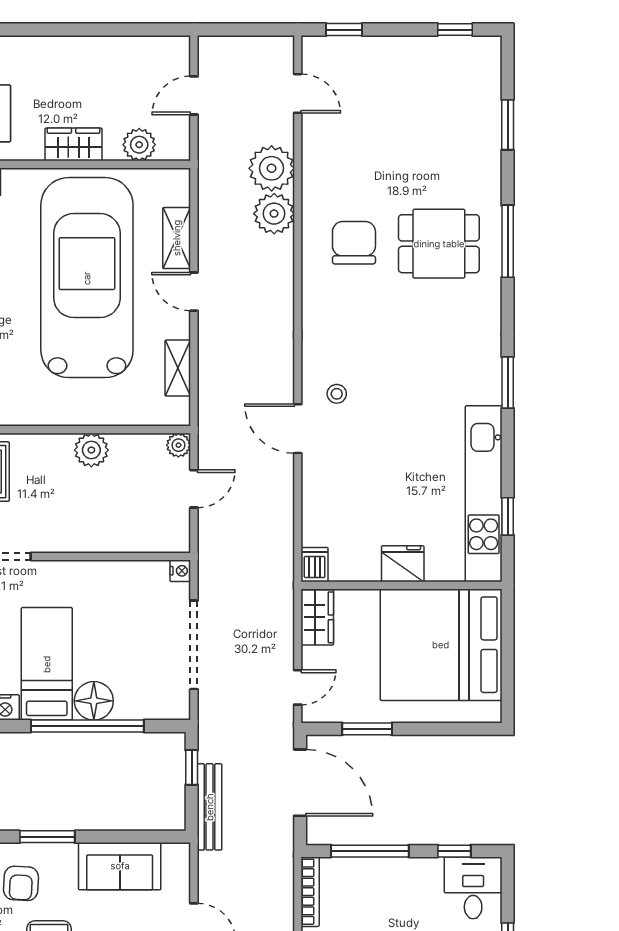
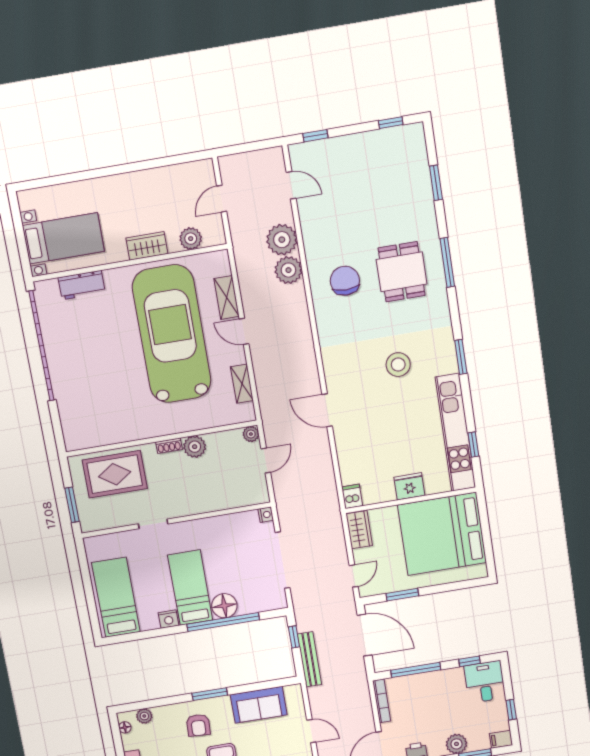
dining table: (439, 244) -> (402, 272), turned 90
stool: (337, 394) -> (398, 365), moved, width x1.89, depth x1.89
shoe rack: (53, 442) -> (169, 446), added

